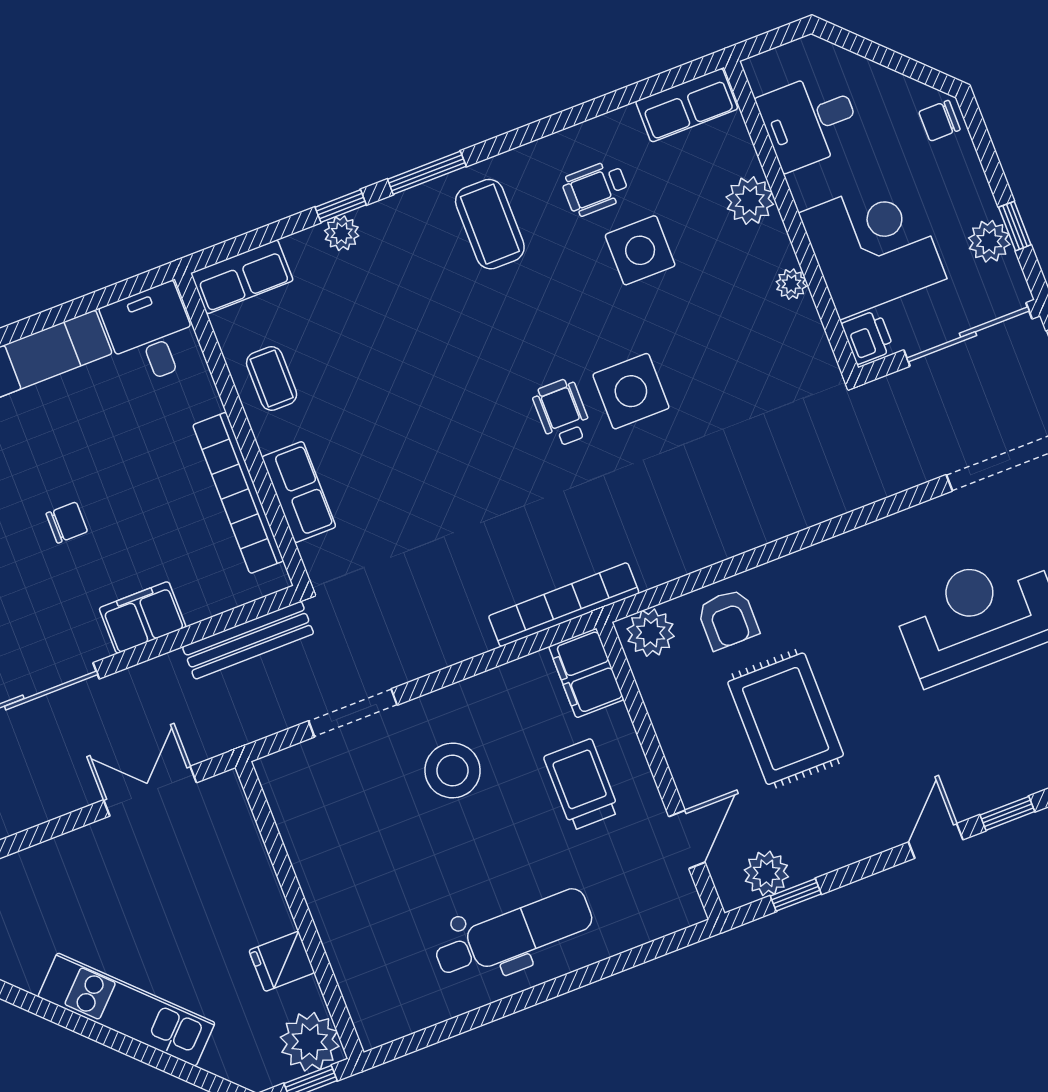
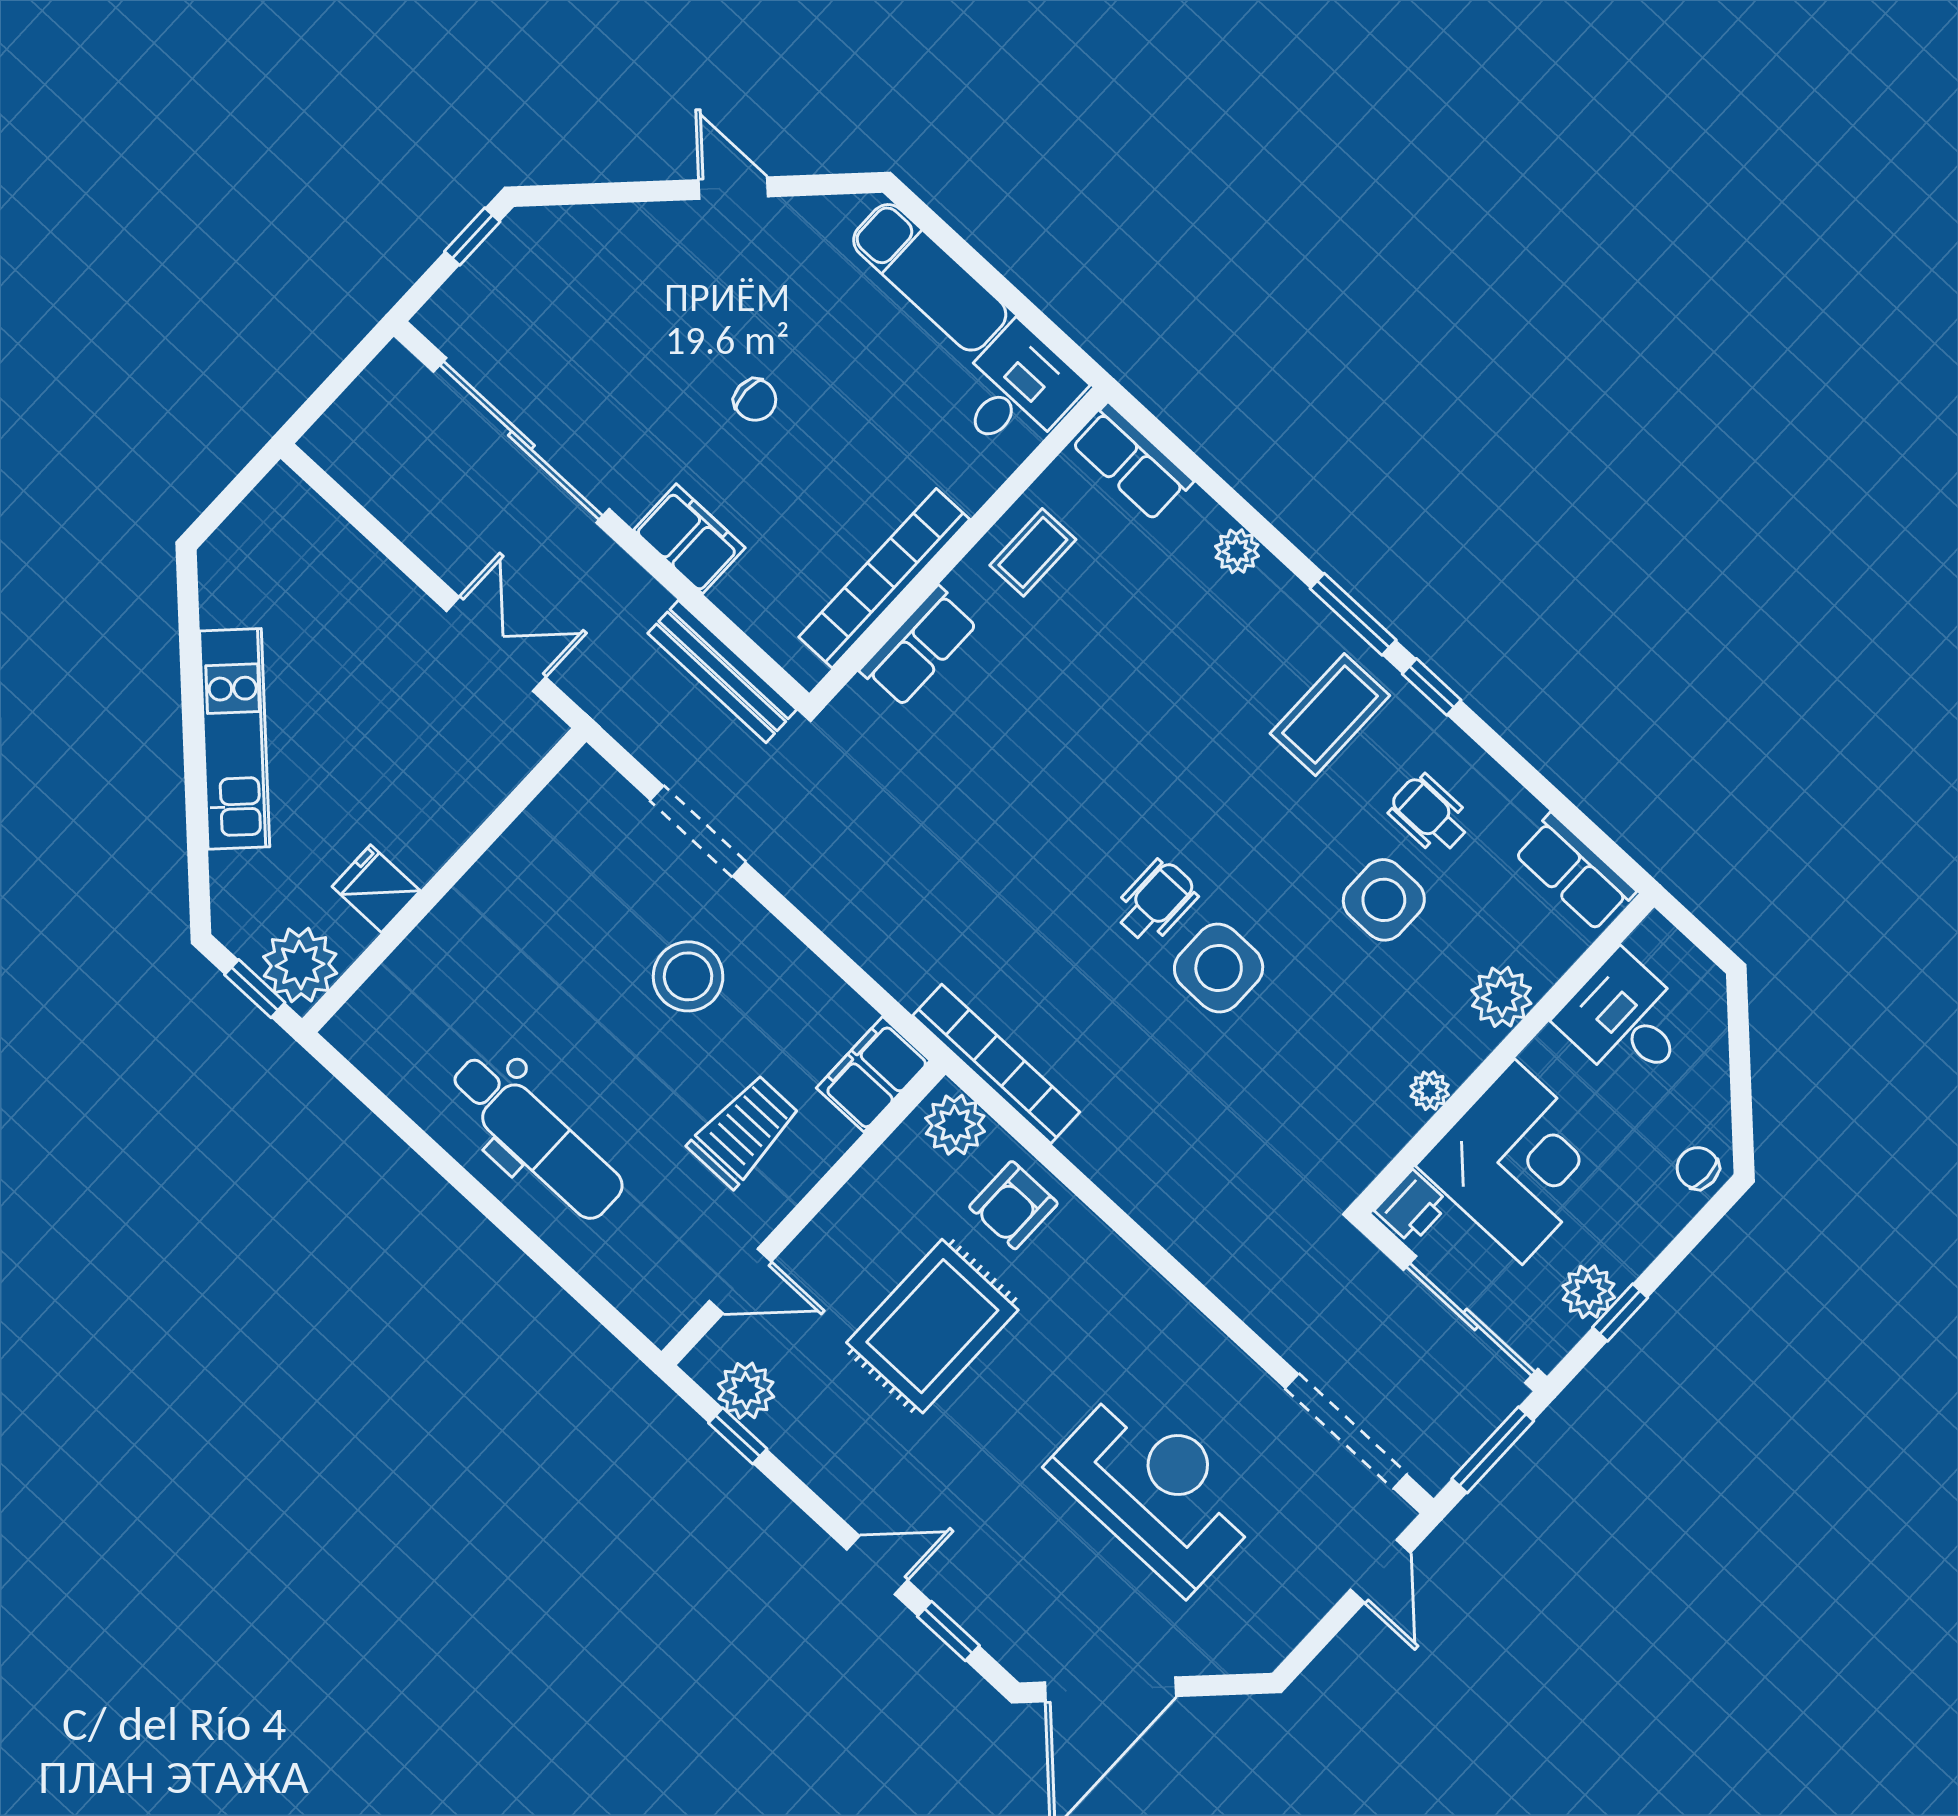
window: (341, 206) -> (1432, 687), moved
bookcase: (564, 605) -> (996, 1064), moved

